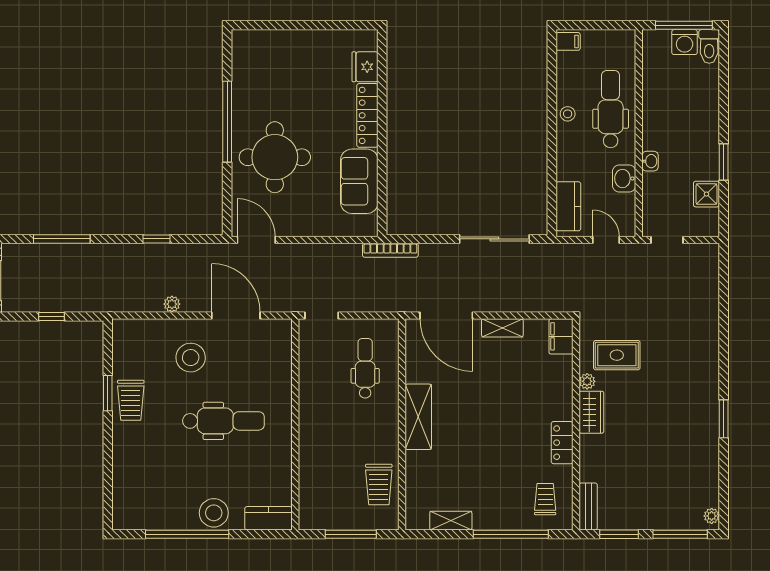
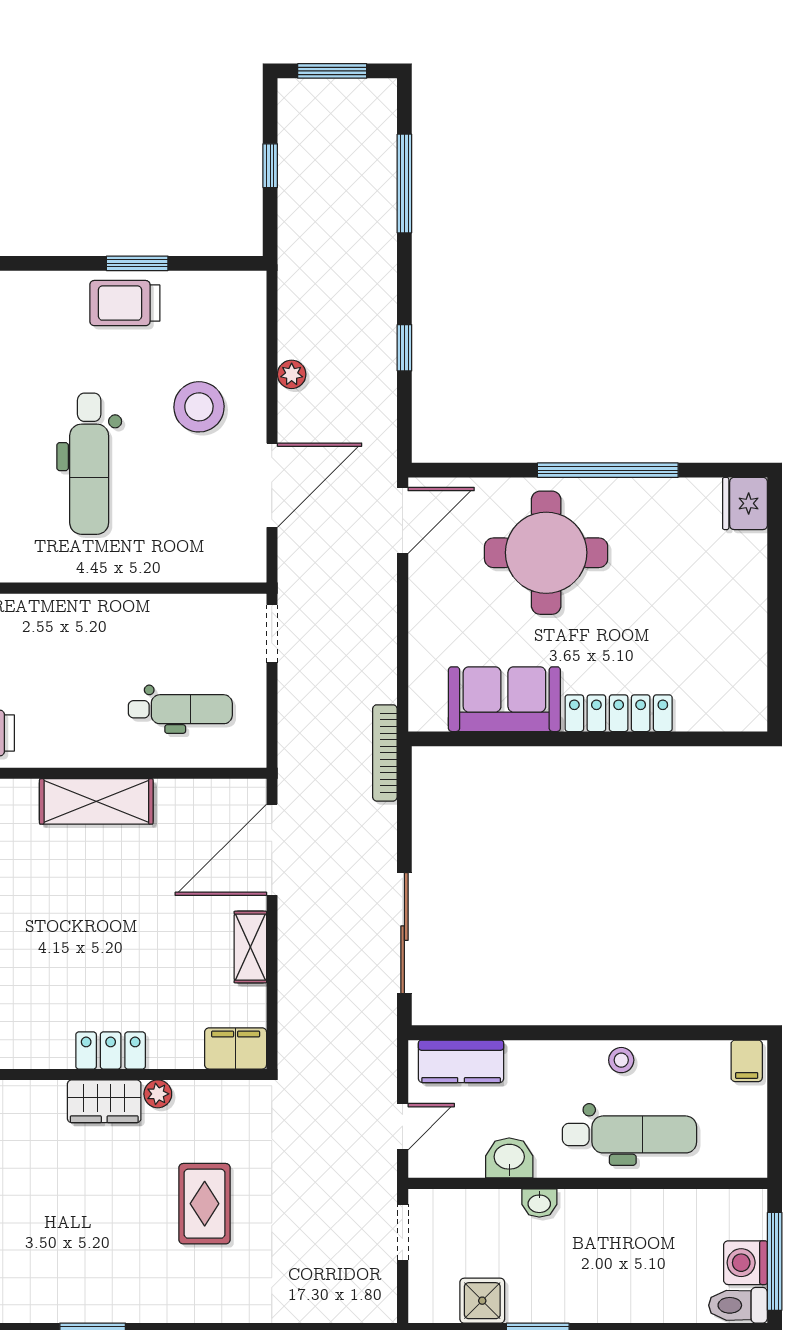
fridge: (365, 67) -> (745, 503), moved, turned -90
rug: (617, 355) -> (205, 1204), moved
locker: (562, 443) -> (111, 1050), moved

